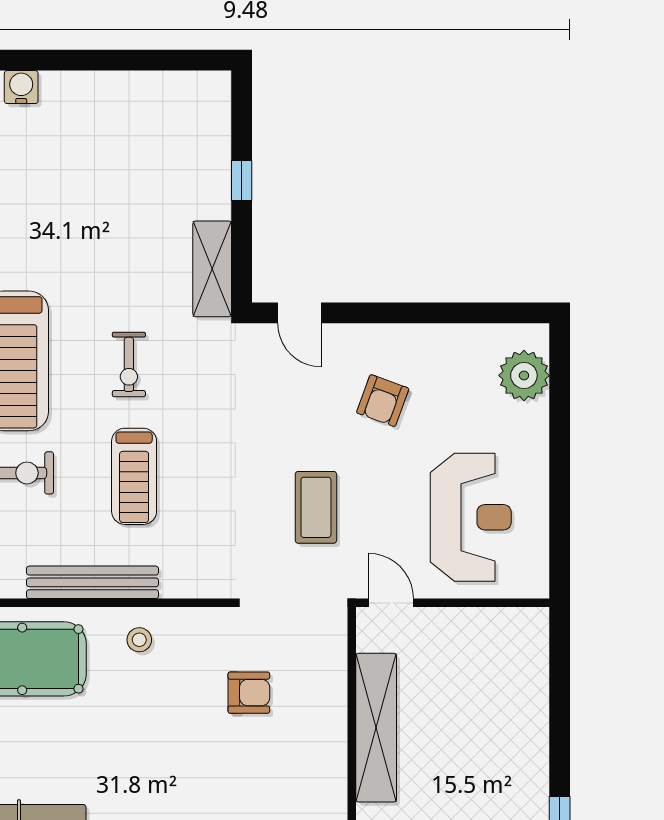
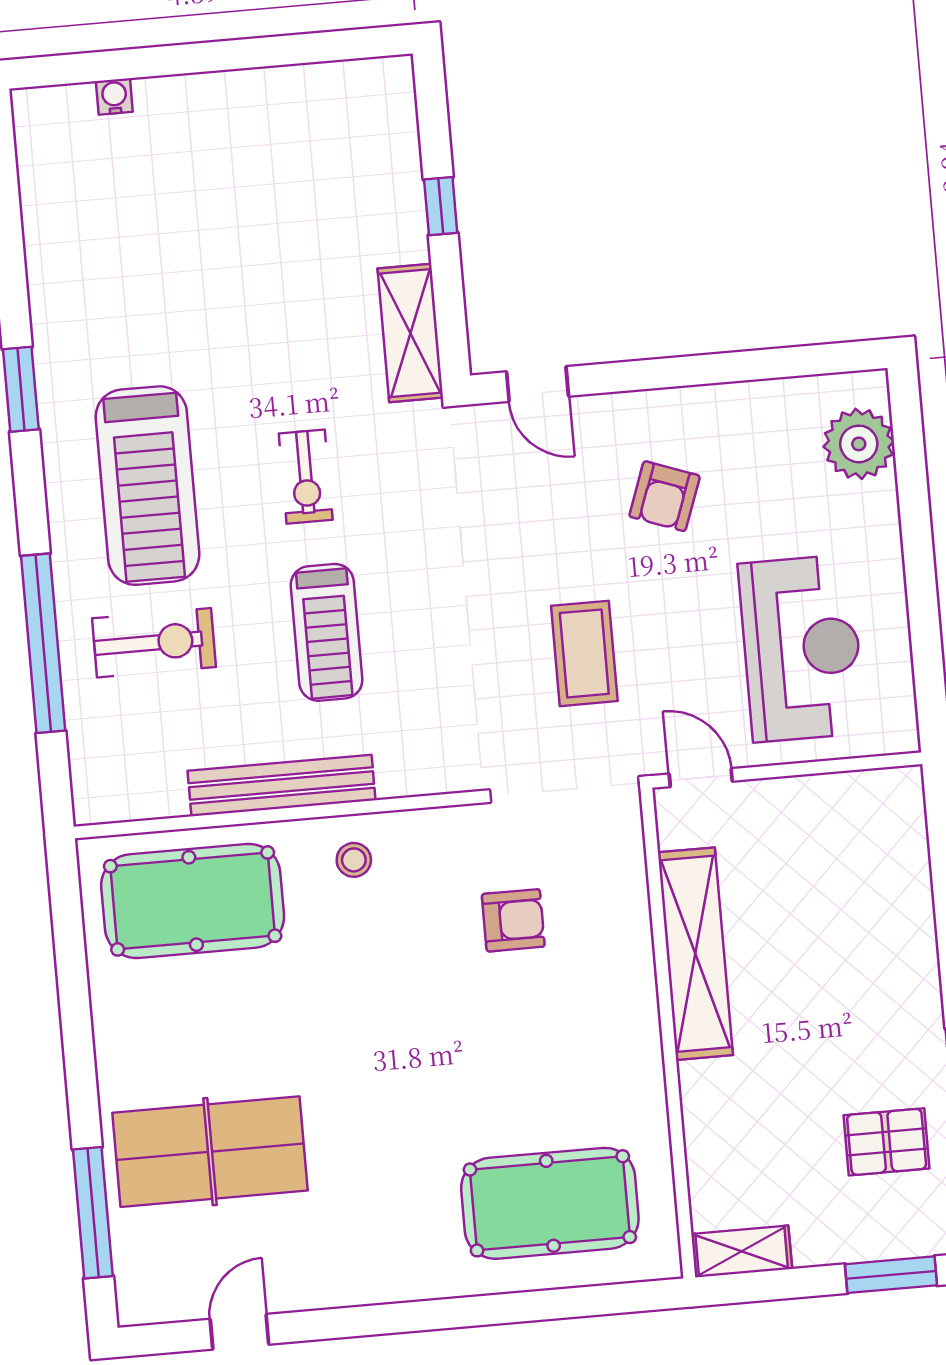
water cooler: (21, 87) -> (114, 97), width x0.72, depth x0.72

